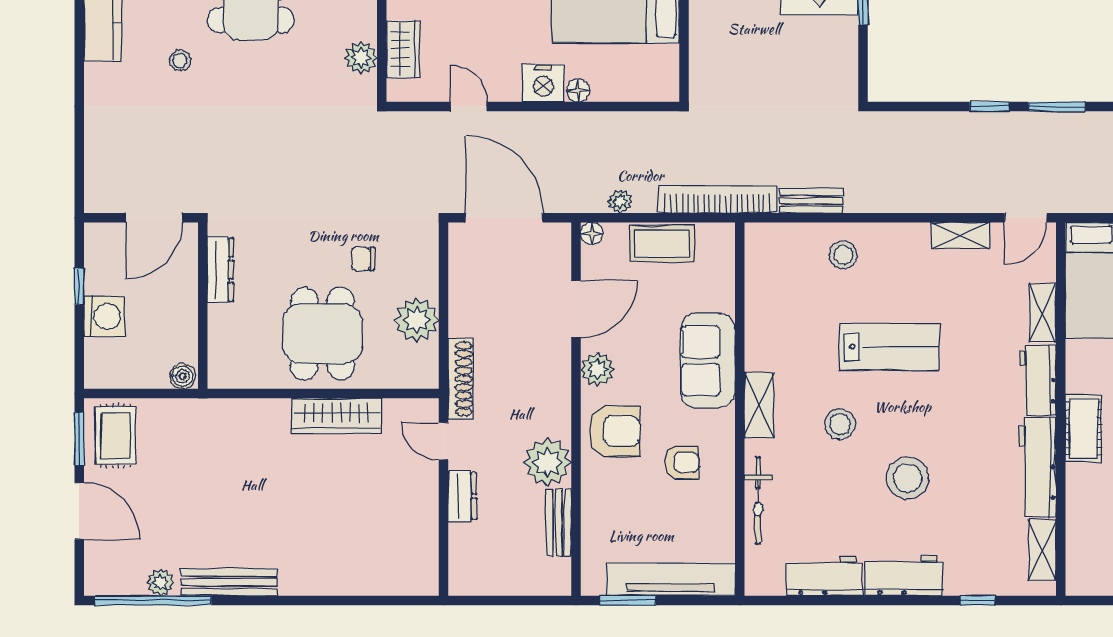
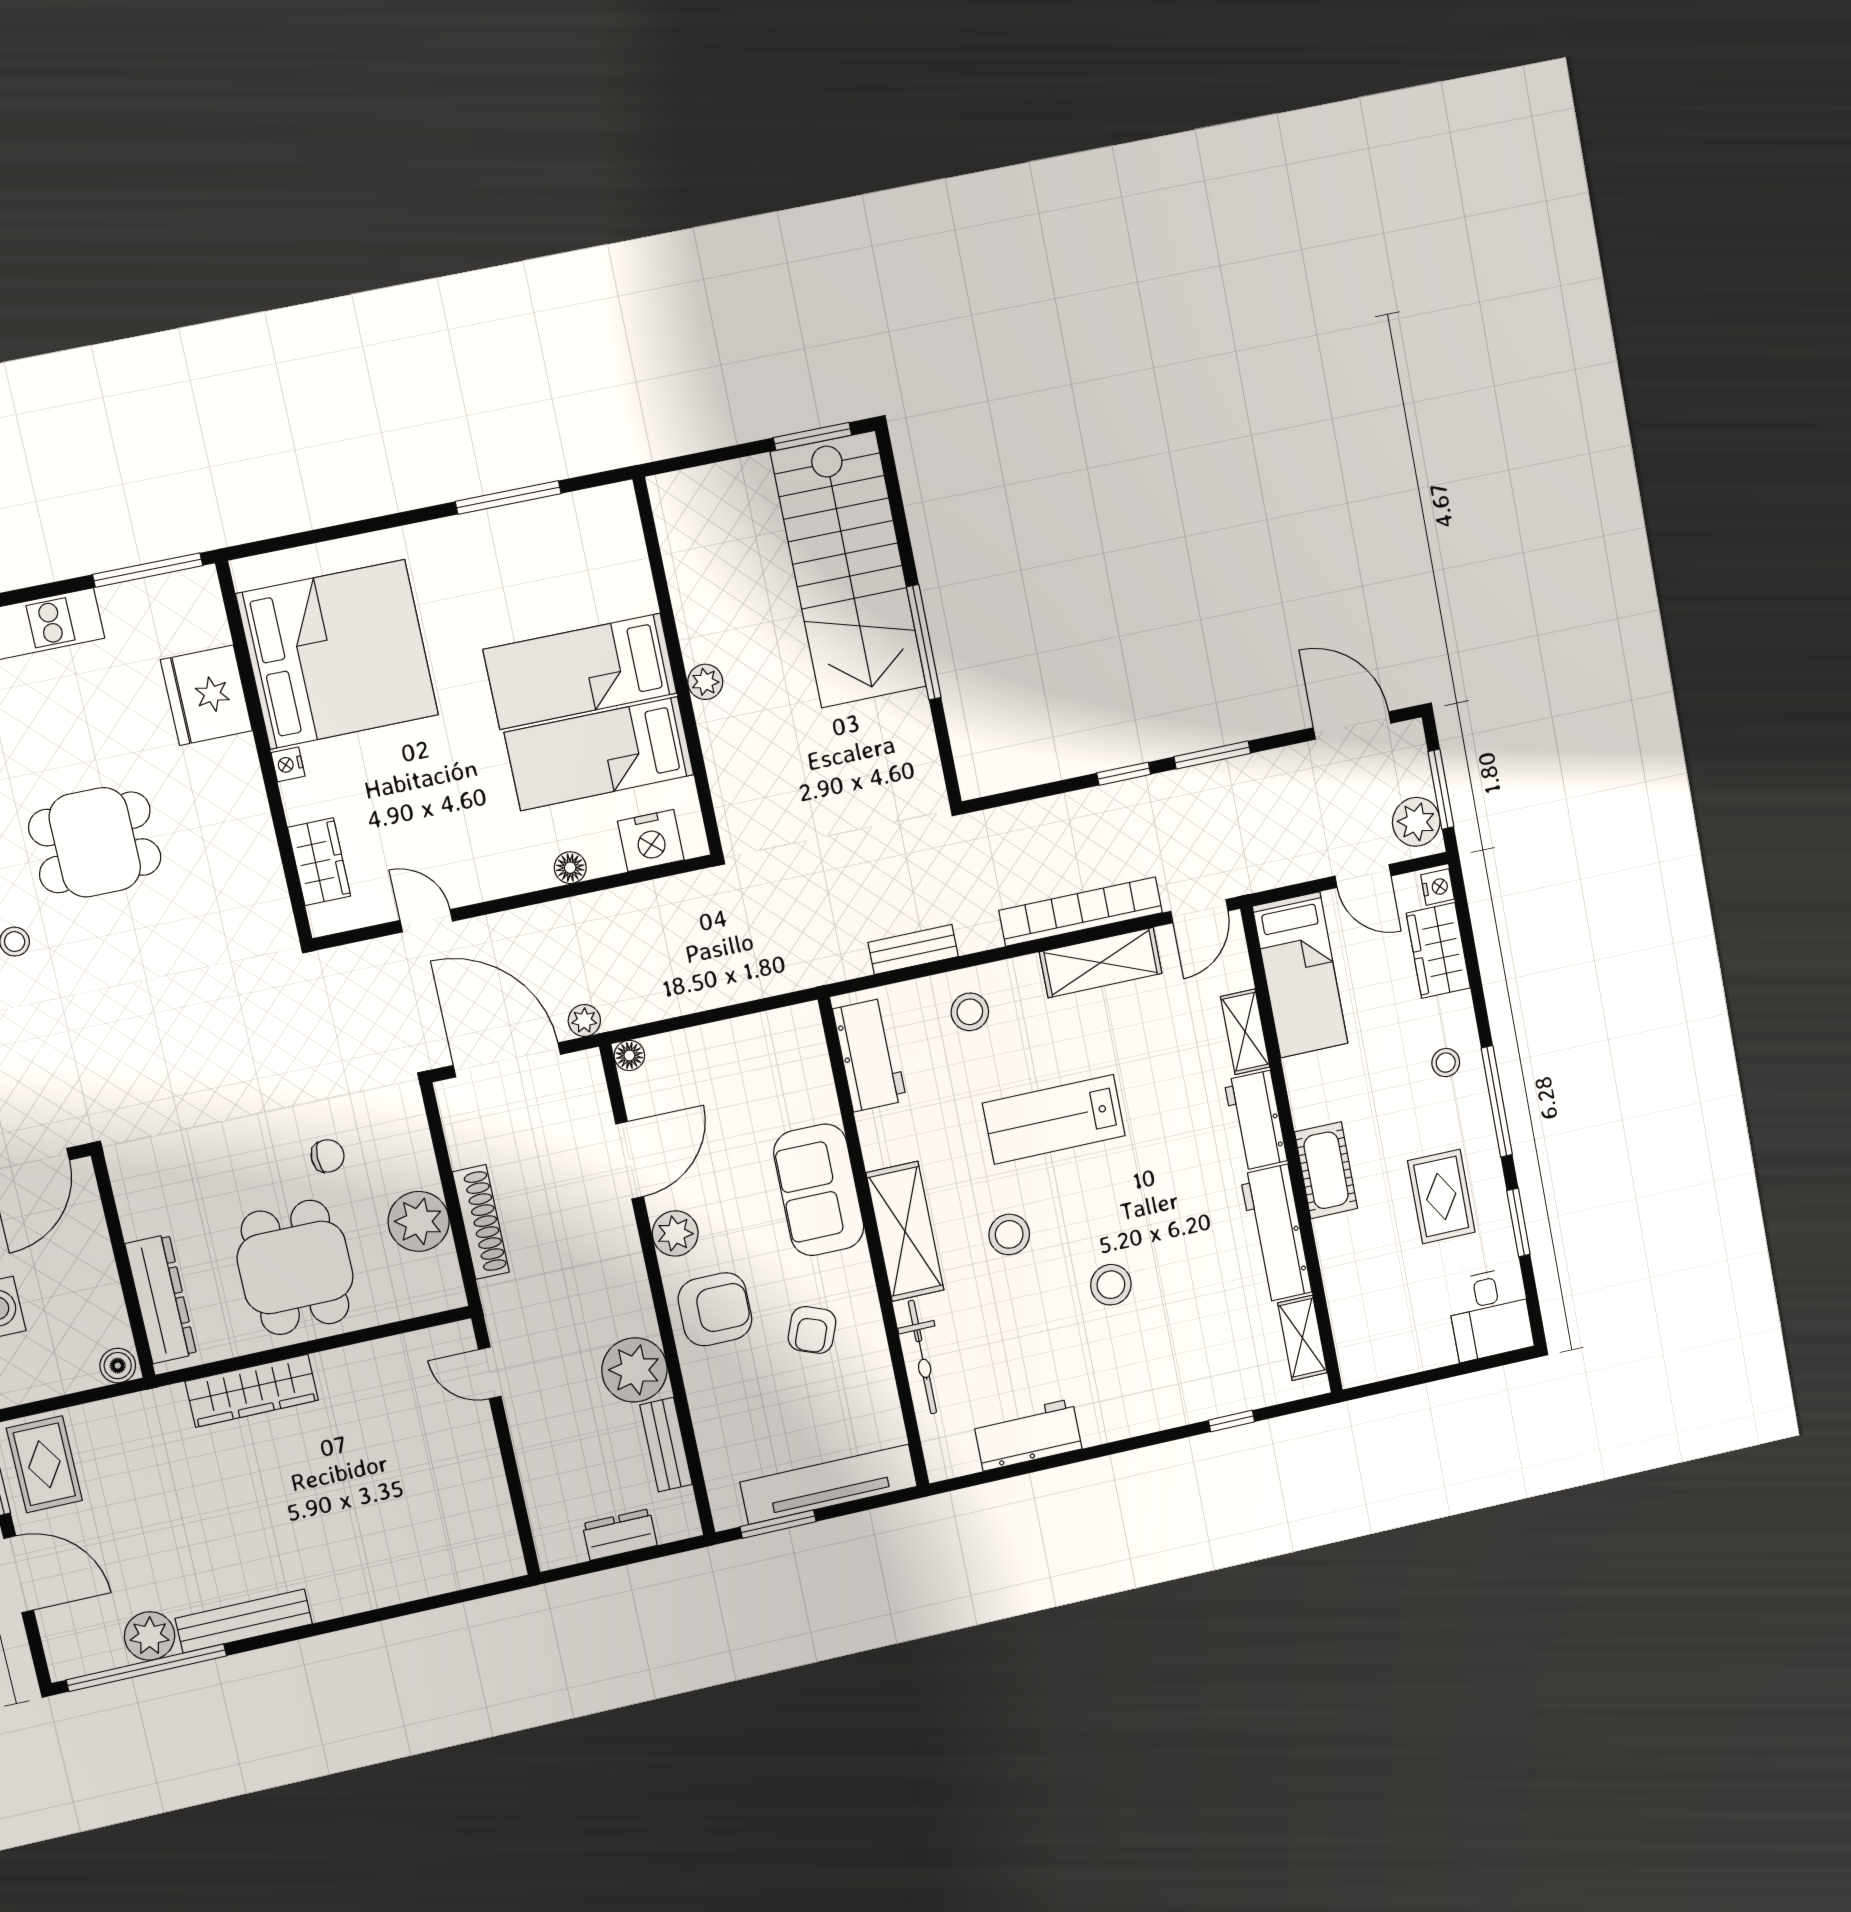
plant: (361, 58) -> (264, 885), removed
nightstand: (543, 83) -> (651, 841), moved
bookcase: (718, 200) -> (1081, 912), moved
plant: (620, 201) -> (584, 1020), moved
shelving: (960, 235) -> (1101, 963), width x1.50, depth x1.33
coffee table: (662, 244) -> (726, 1049), removed
chair: (363, 259) -> (328, 1156), turned 180
dresser: (220, 270) -> (161, 1299), moved, width x1.37, depth x1.24
lab bench: (889, 347) -> (1054, 1119), turned 180
shoe rack: (461, 379) -> (481, 1222), moved
shelving: (759, 405) -> (905, 1231), width x1.50, depth x1.33
wardrobe: (337, 416) -> (252, 1391), moved
armchair: (682, 462) -> (812, 1330), turned 111
stool: (907, 478) -> (1111, 1285), width x0.73, depth x0.73
dresser: (462, 496) -> (620, 1535), moved, turned -90
workbench: (904, 576) -> (870, 1055), moved, turned 90
plant: (160, 583) -> (150, 1636), width x1.38, depth x1.38

